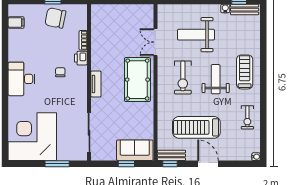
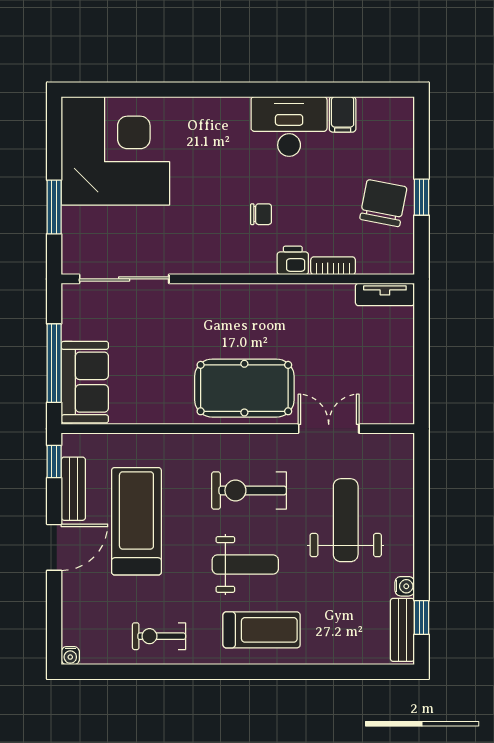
filing cabinet: (16, 22) -> (343, 114), moved
desk: (21, 79) -> (289, 127), moved
tv unit: (96, 84) -> (385, 294), moved
bench: (171, 155) -> (73, 489), moved
window: (126, 164) -> (54, 363), width x2.17

